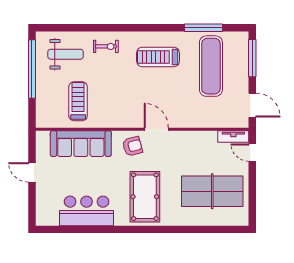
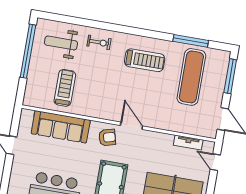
weight bench: (66, 54) -> (61, 43), turned 180
treadmill: (158, 57) -> (145, 60), turned 180
tv unit: (233, 137) -> (188, 142), moved

